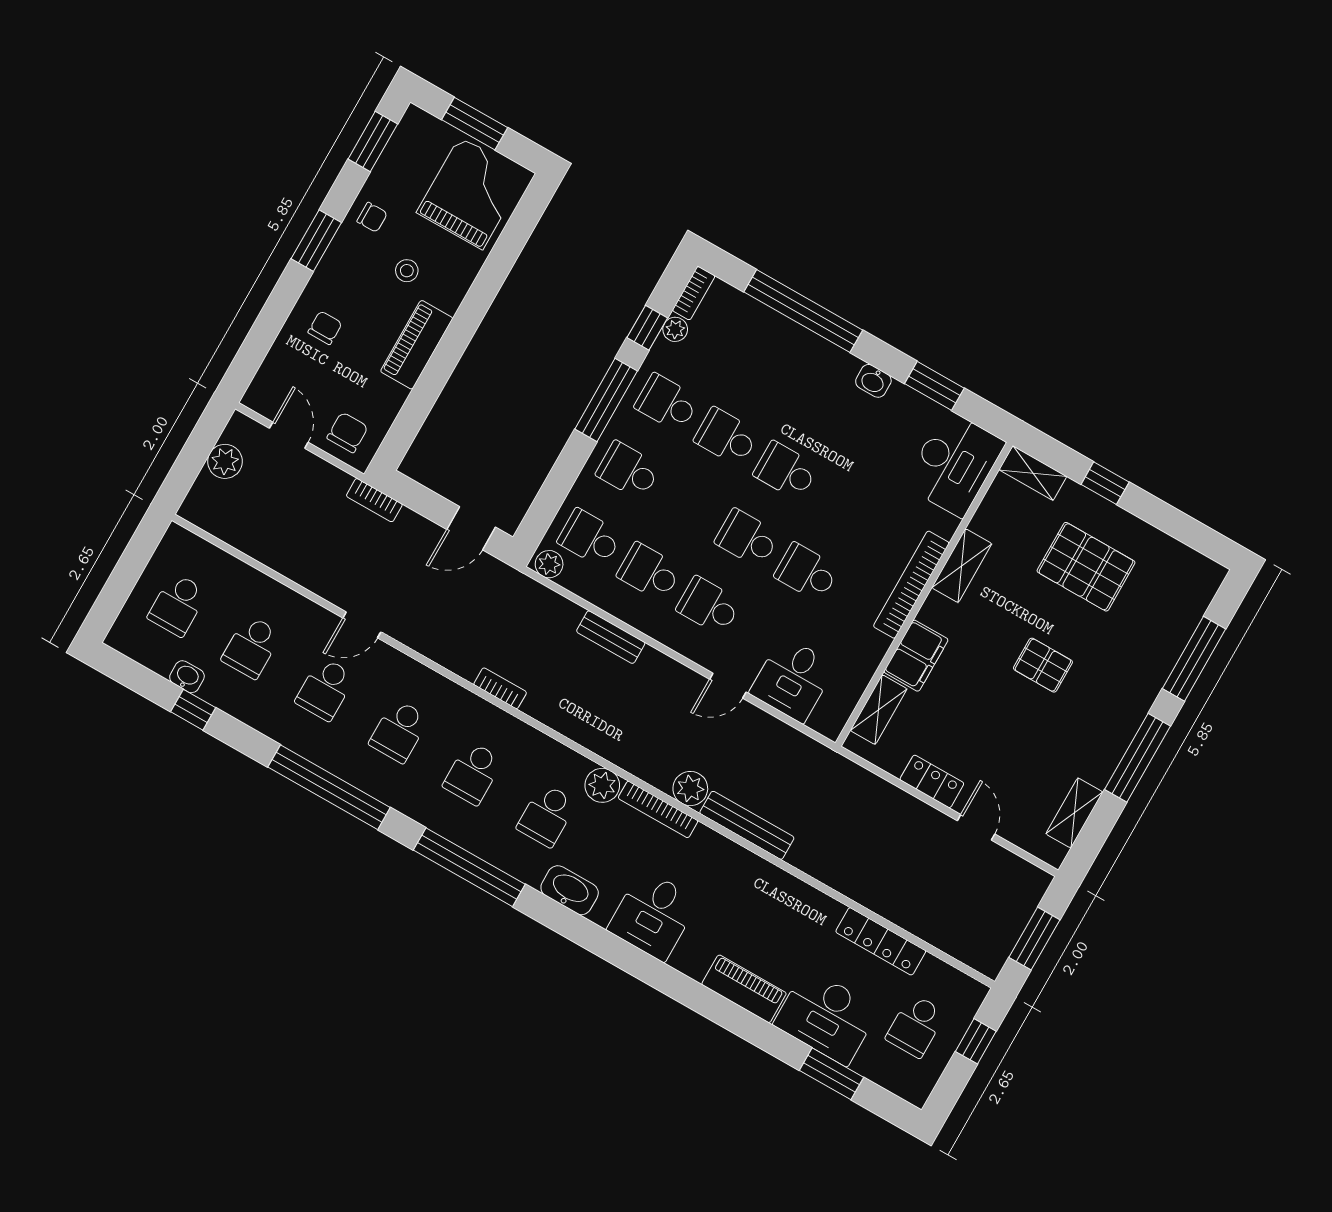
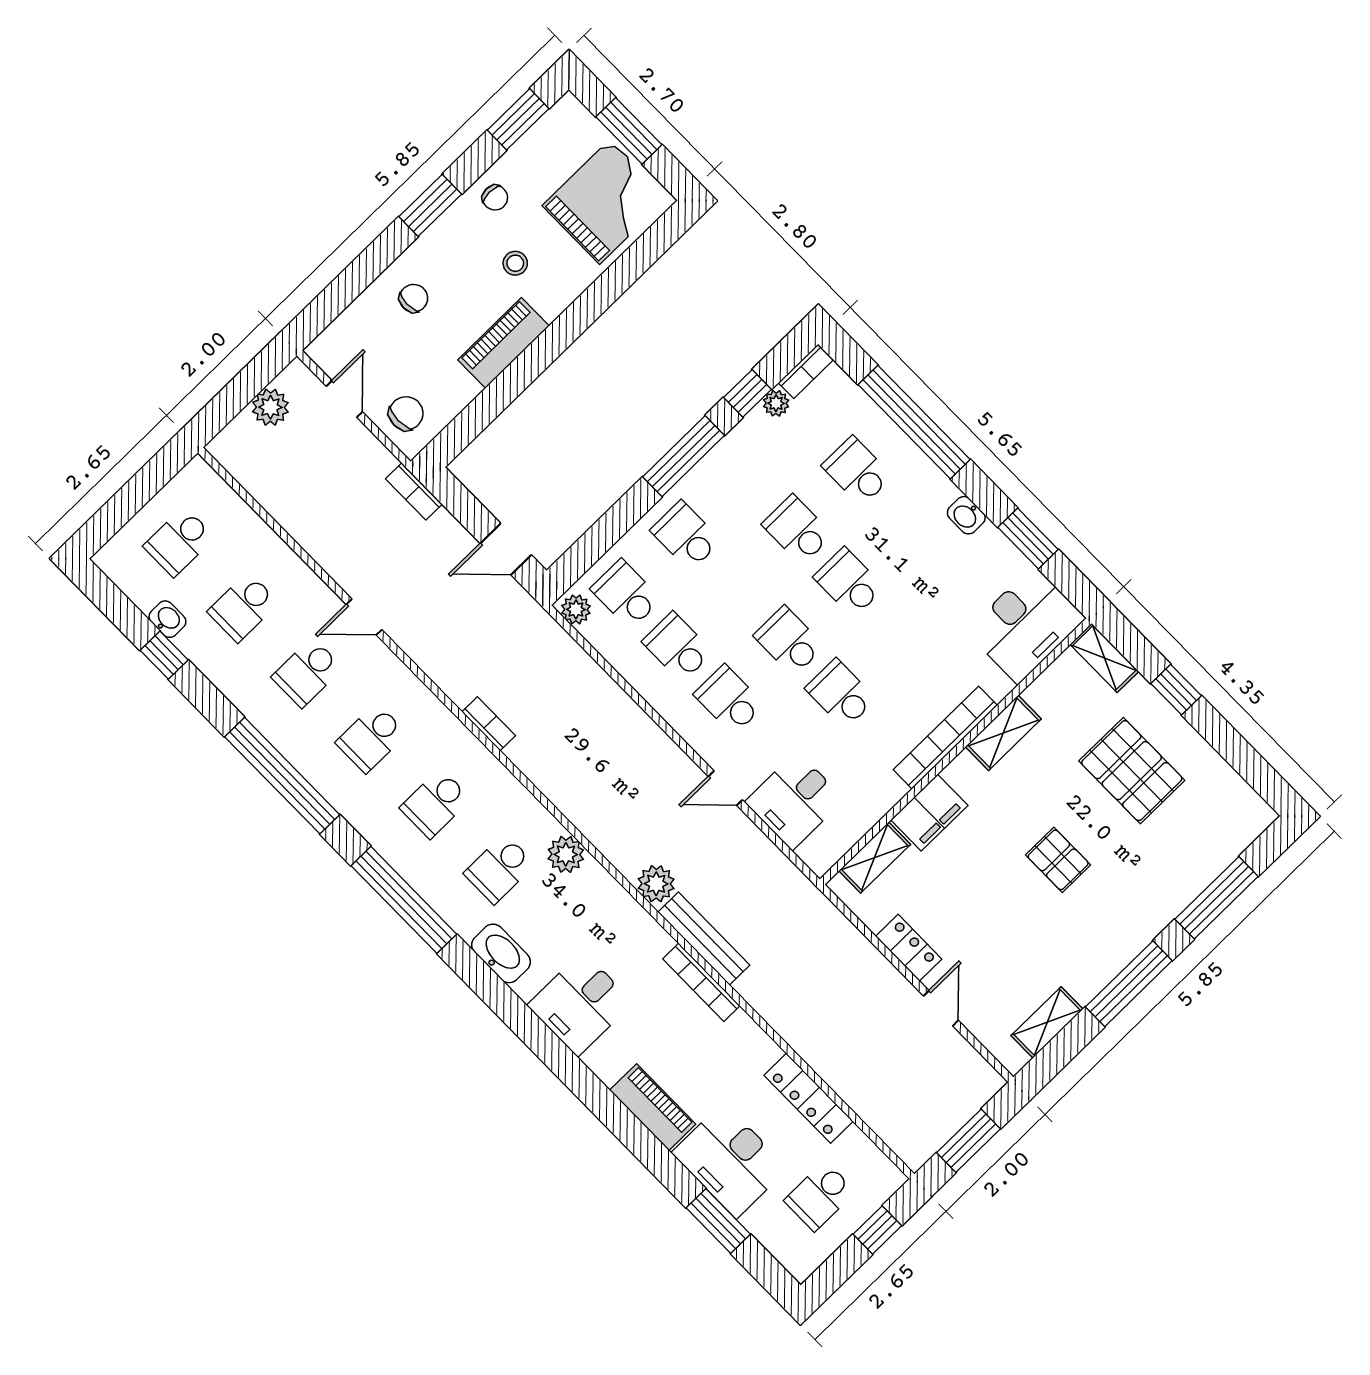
school desk: (667, 403) -> (857, 471), moved
bench: (611, 637) -> (618, 703), removed
bookcase: (658, 809) -> (701, 982), moved

